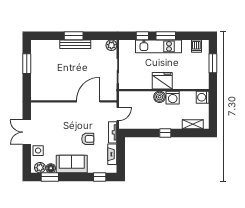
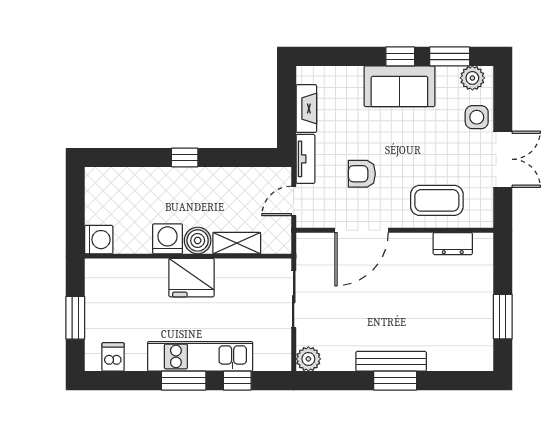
dresser: (49, 95) -> (453, 244), added
coffee table: (55, 114) -> (437, 200), added
shelving: (193, 124) -> (237, 243), moved
armchair: (88, 139) -> (362, 174), moved
floor lamp: (51, 168) -> (448, 77), removed
window: (100, 177) -> (400, 56), moved

